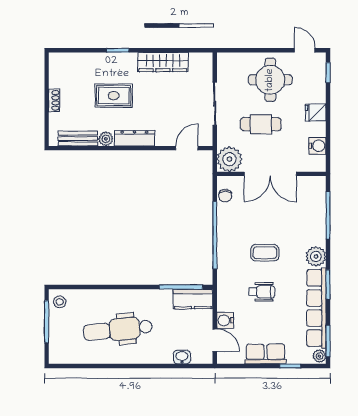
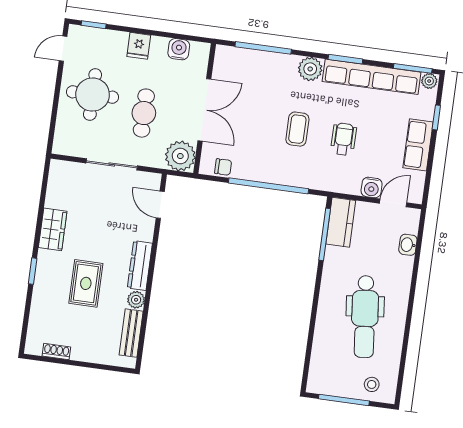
wardrobe: (163, 62) -> (53, 229), width x0.67
shoe rack: (54, 100) -> (56, 352), moved
stool: (60, 302) -> (372, 384), moved

